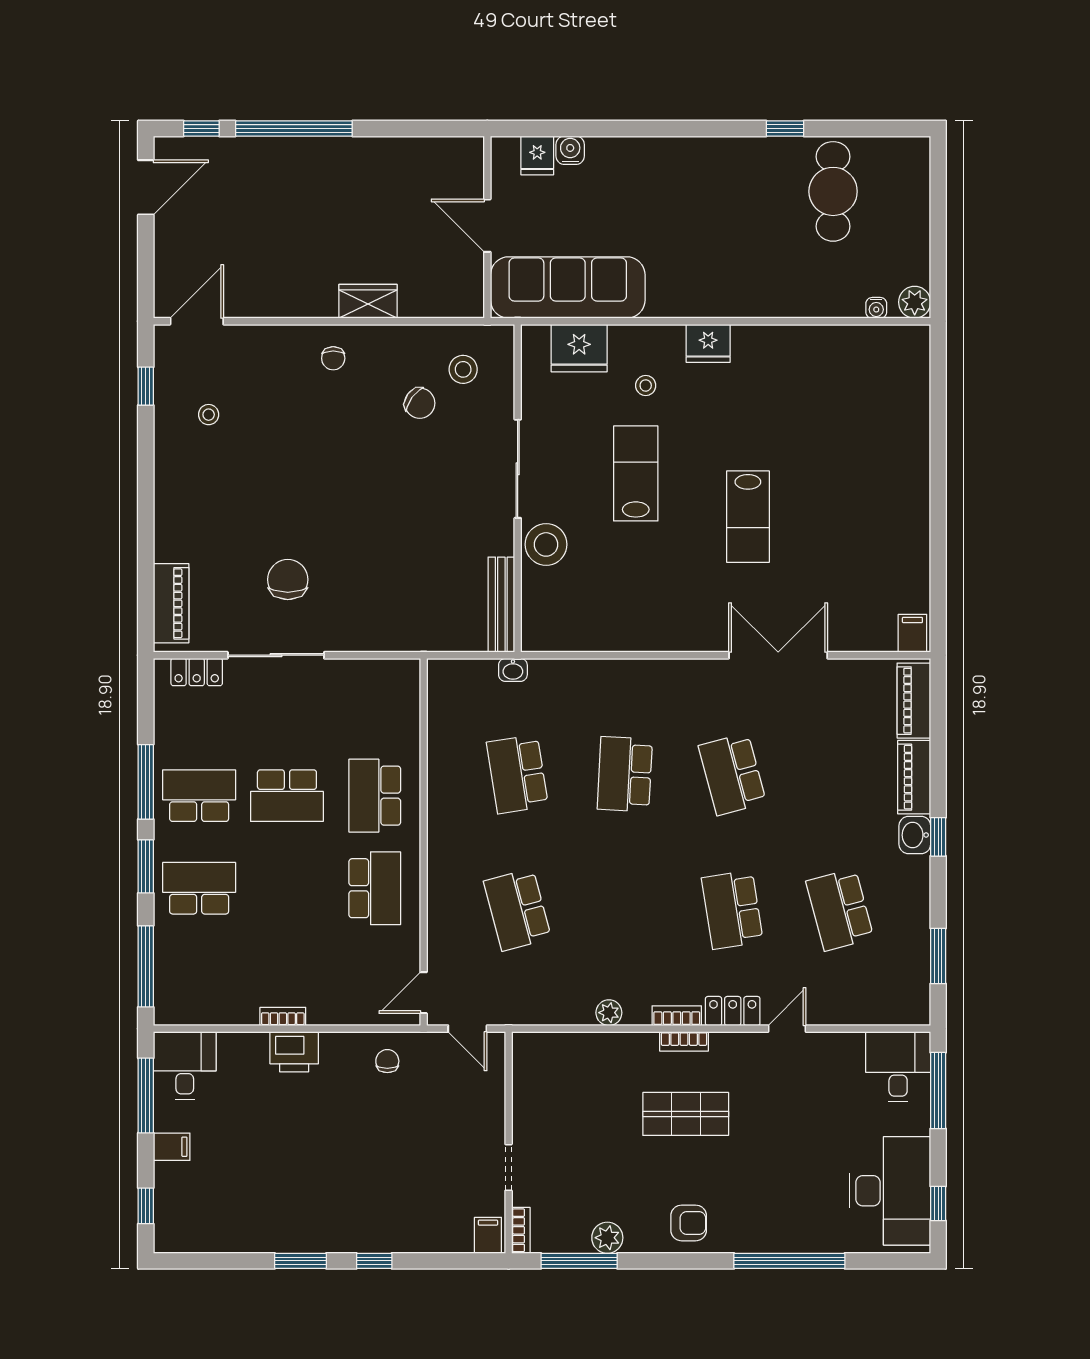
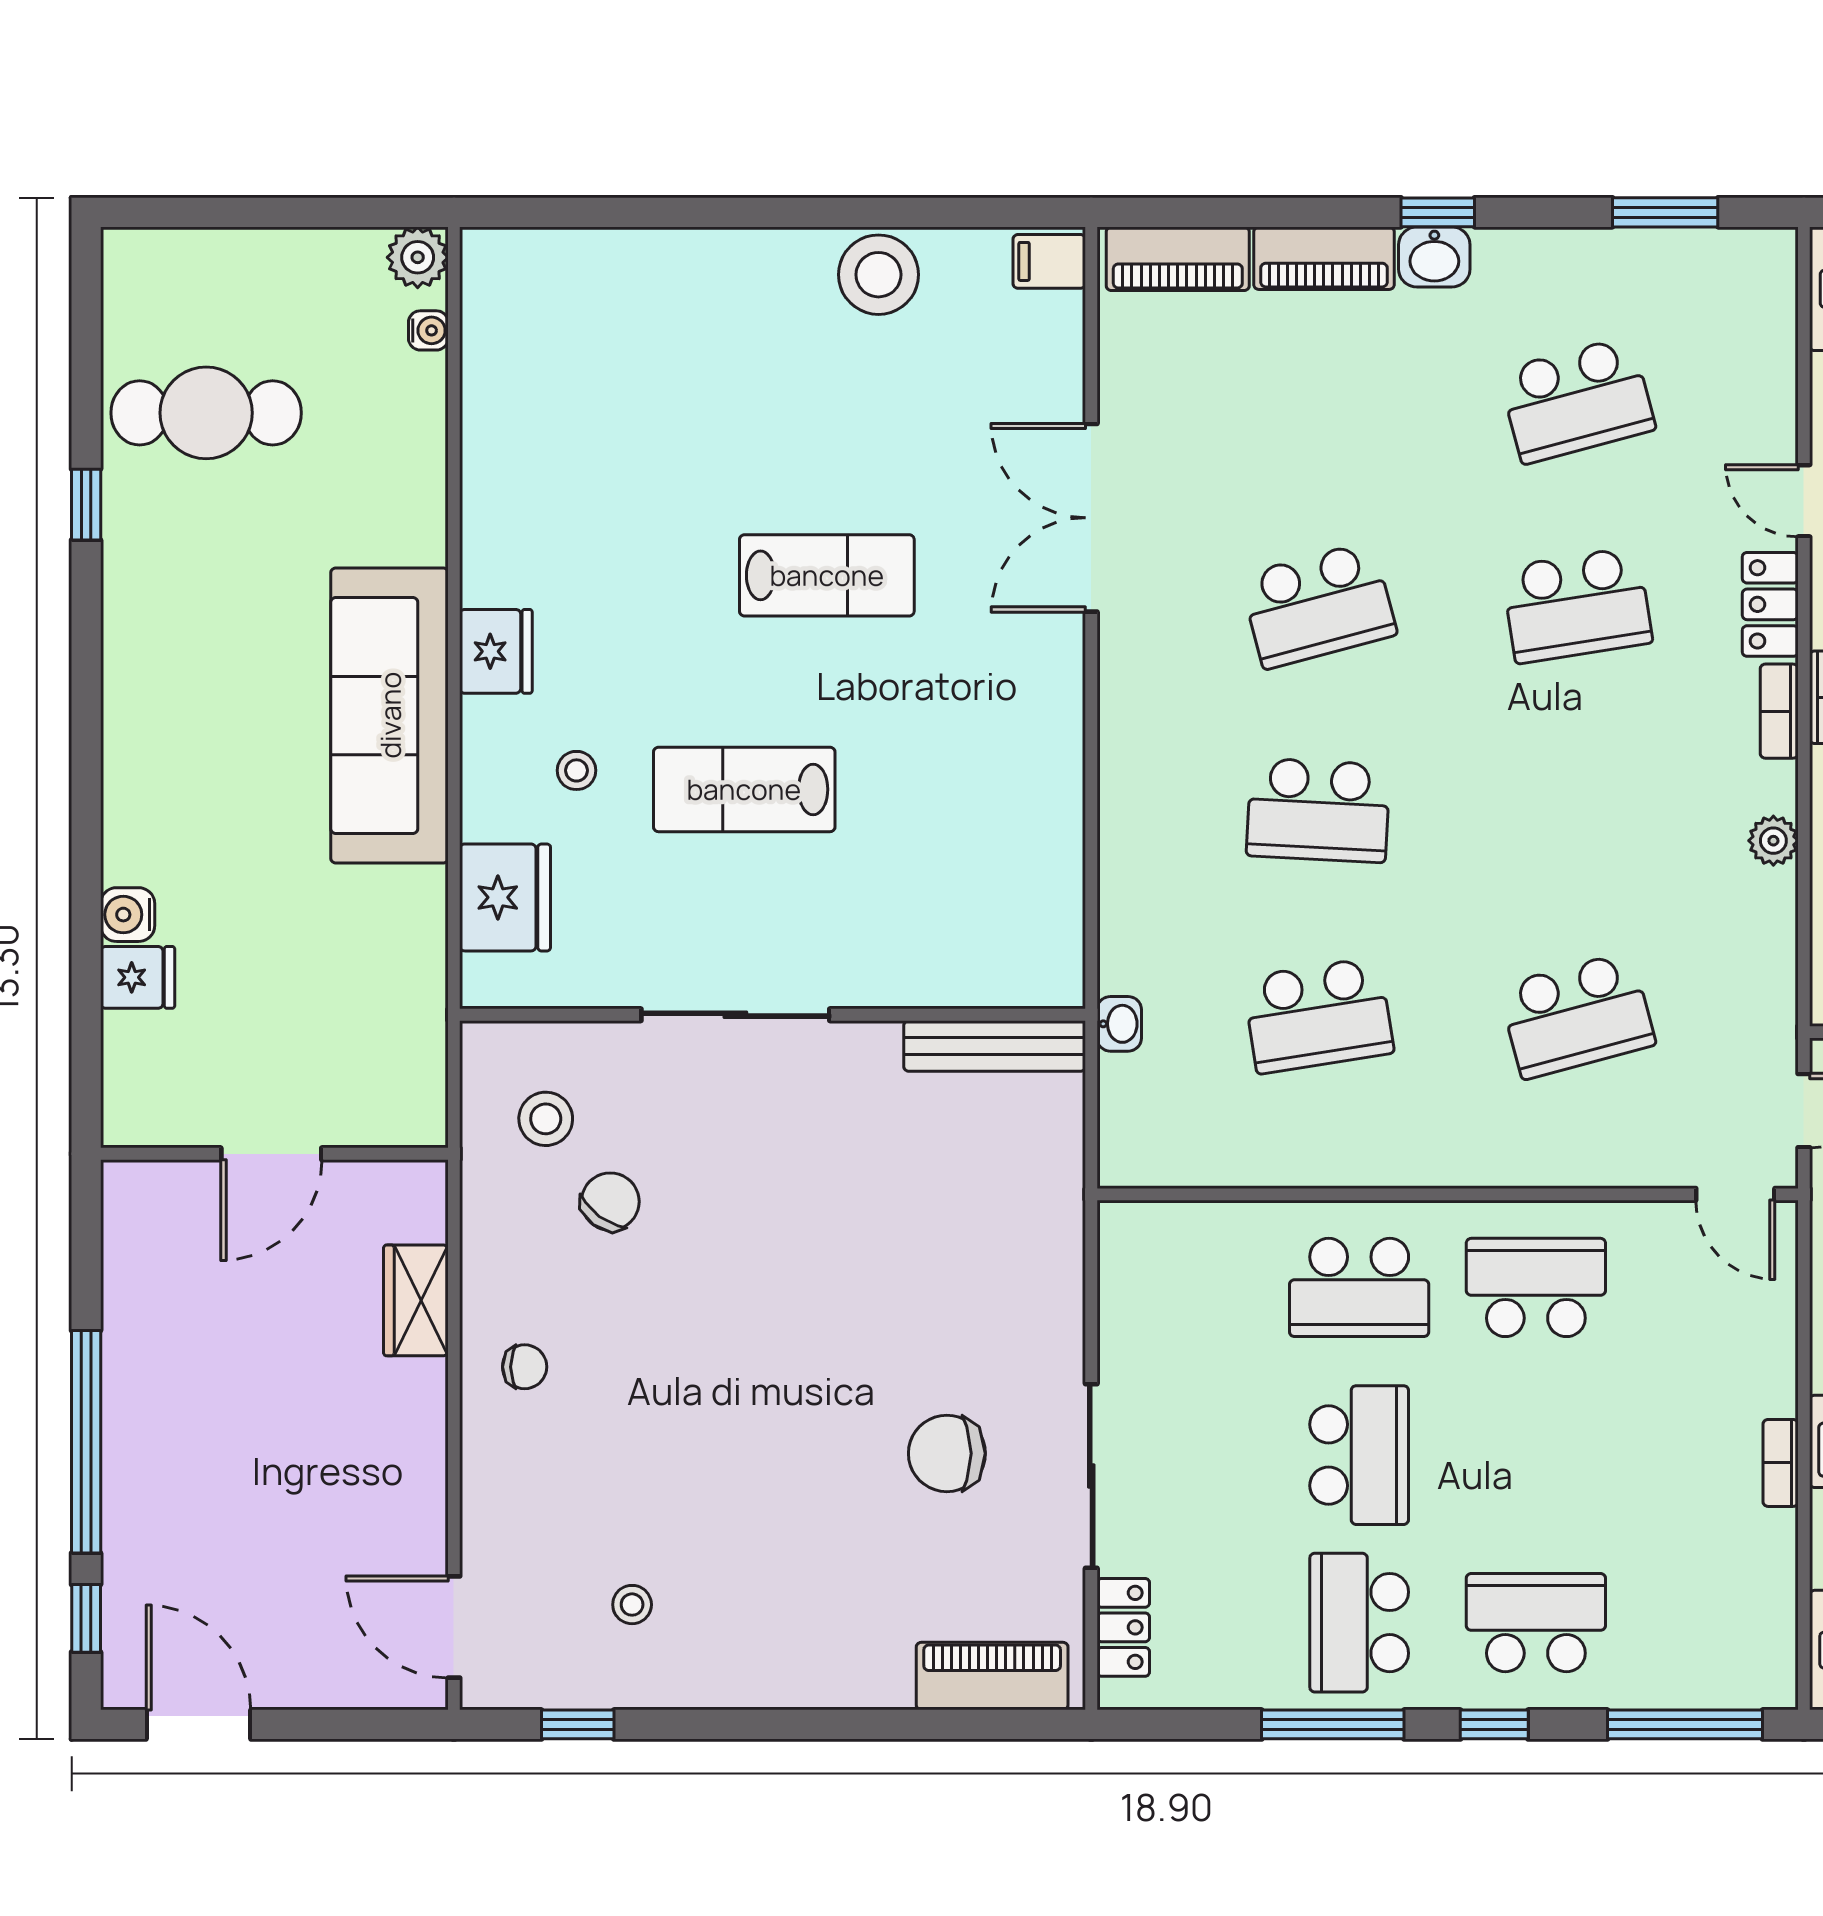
door: (487, 226) -> (271, 1154), moved
wall: (487, 227) -> (274, 1154), moved
sofa: (568, 287) -> (390, 715), moved
stool: (546, 544) -> (878, 275), moved
window: (146, 866) -> (1494, 1724), width x0.67
school desk: (199, 888) -> (1536, 1623), turned 90

